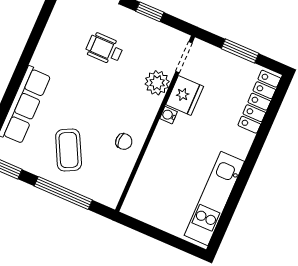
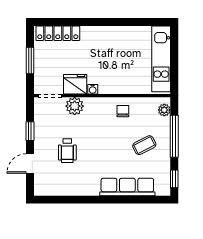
coffee table: (69, 150) -> (144, 145), width x0.73, depth x0.77
plant: (102, 195) -> (164, 110), added
kitchen unit: (214, 198) -> (161, 59), moved, turned 90

